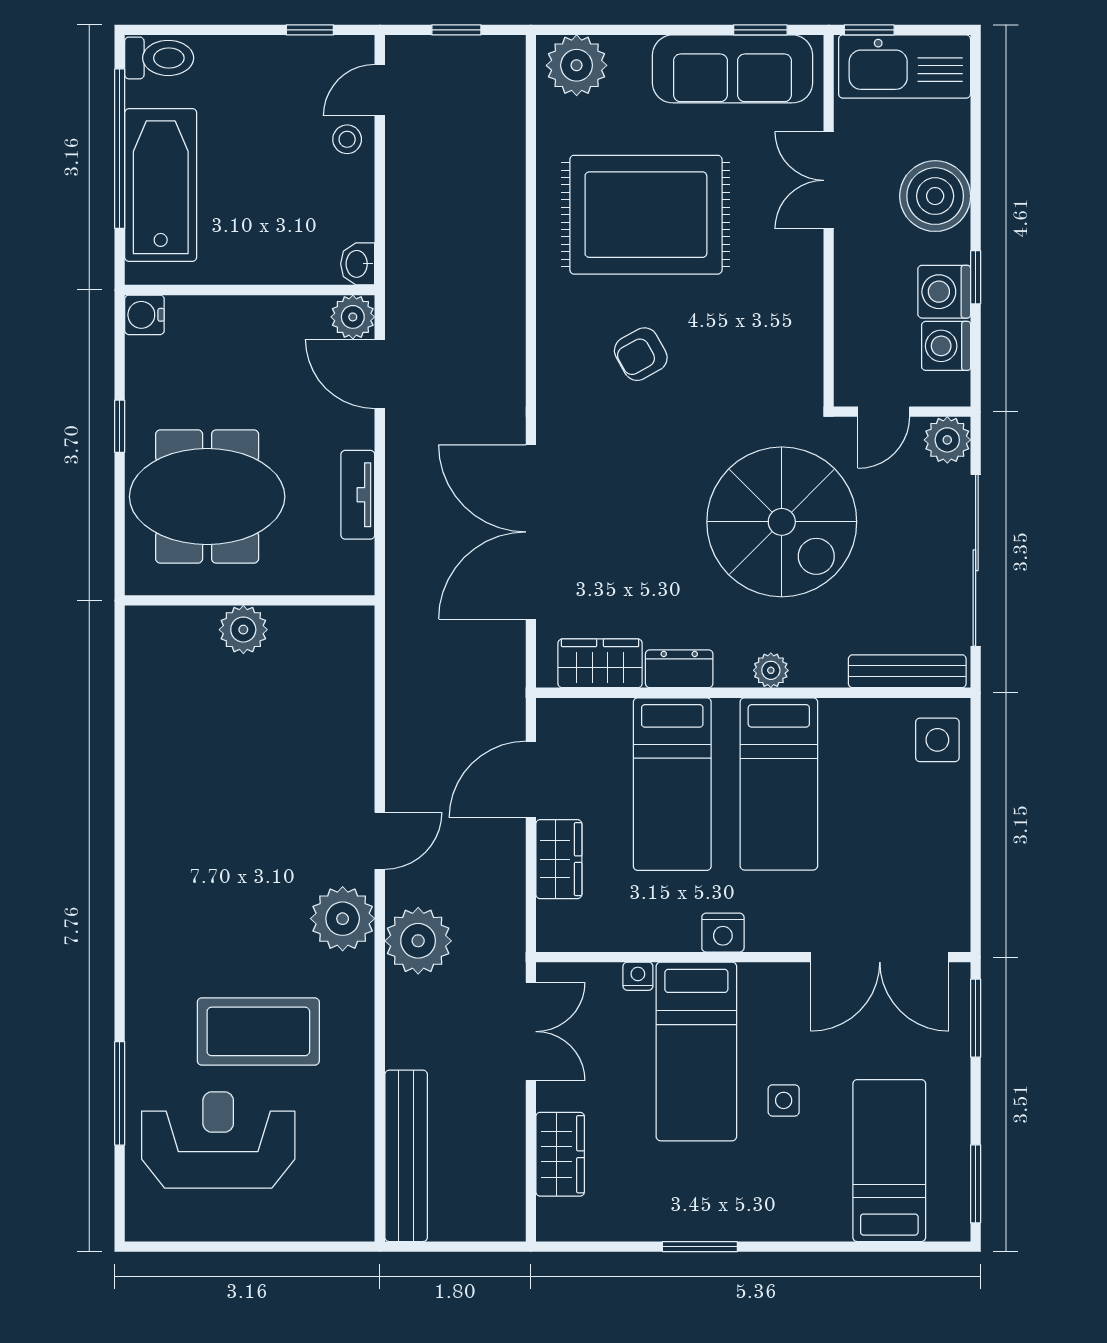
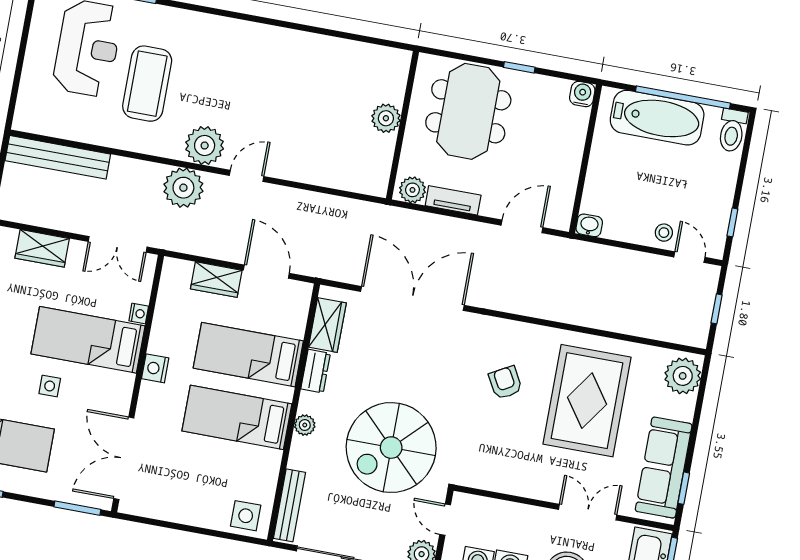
plant: (353, 317) -> (412, 190), moved
door: (380, 841) -> (247, 176), swing flipped

